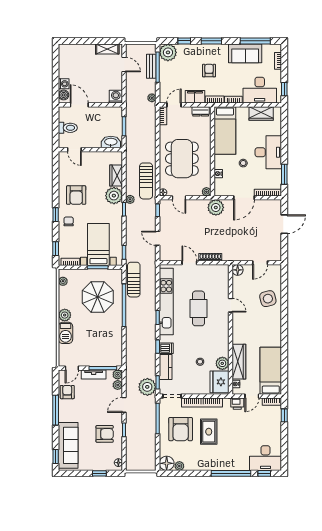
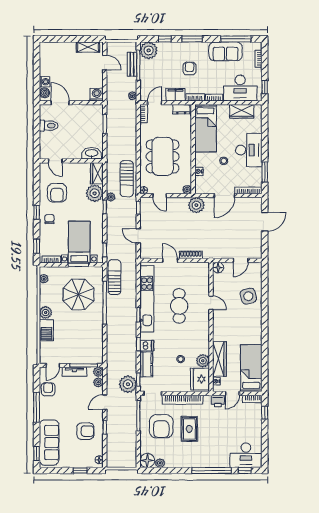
washbasin: (111, 142) -> (92, 153), moved
door: (74, 150) -> (55, 161), moved
wall: (90, 150) -> (71, 161), moved

